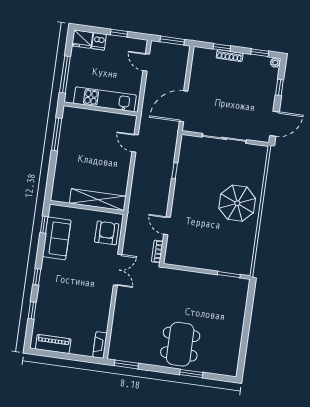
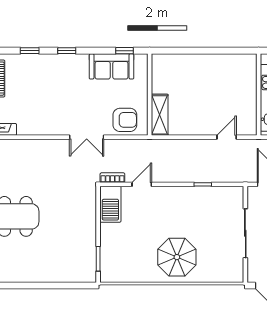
window: (57, 134) -> (224, 51), removed
shelving: (98, 200) -> (160, 115), width x0.68
barbecue: (181, 257) -> (110, 204), added

